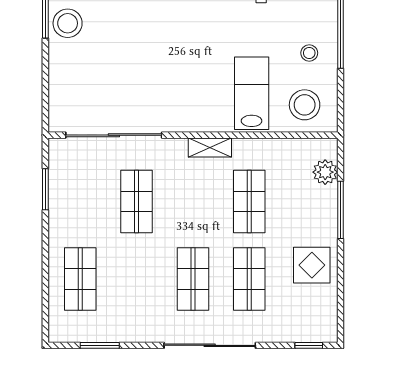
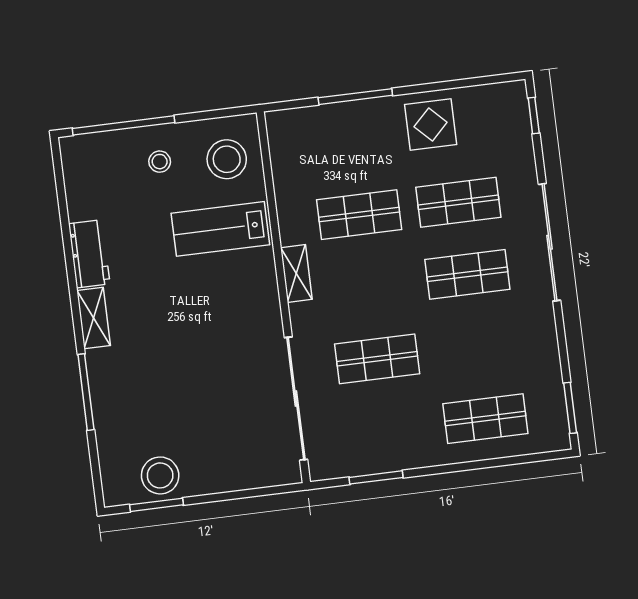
plant: (325, 172) -> (309, 122), removed
window: (100, 345) -> (570, 408), moved

